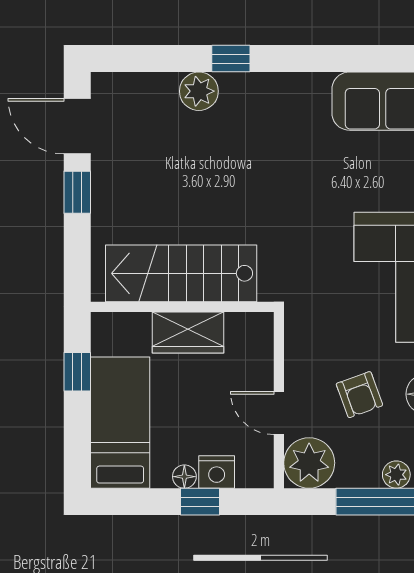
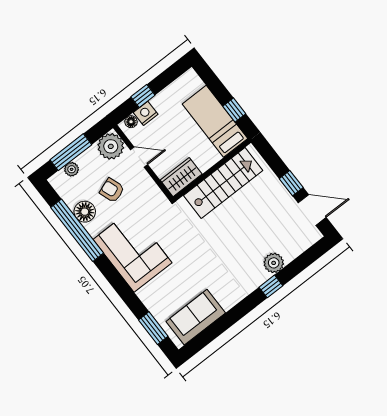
wardrobe: (188, 332) -> (181, 177), moved
bed: (120, 423) -> (215, 121), moved, turned 180
floor lamp: (184, 477) -> (131, 122), moved

